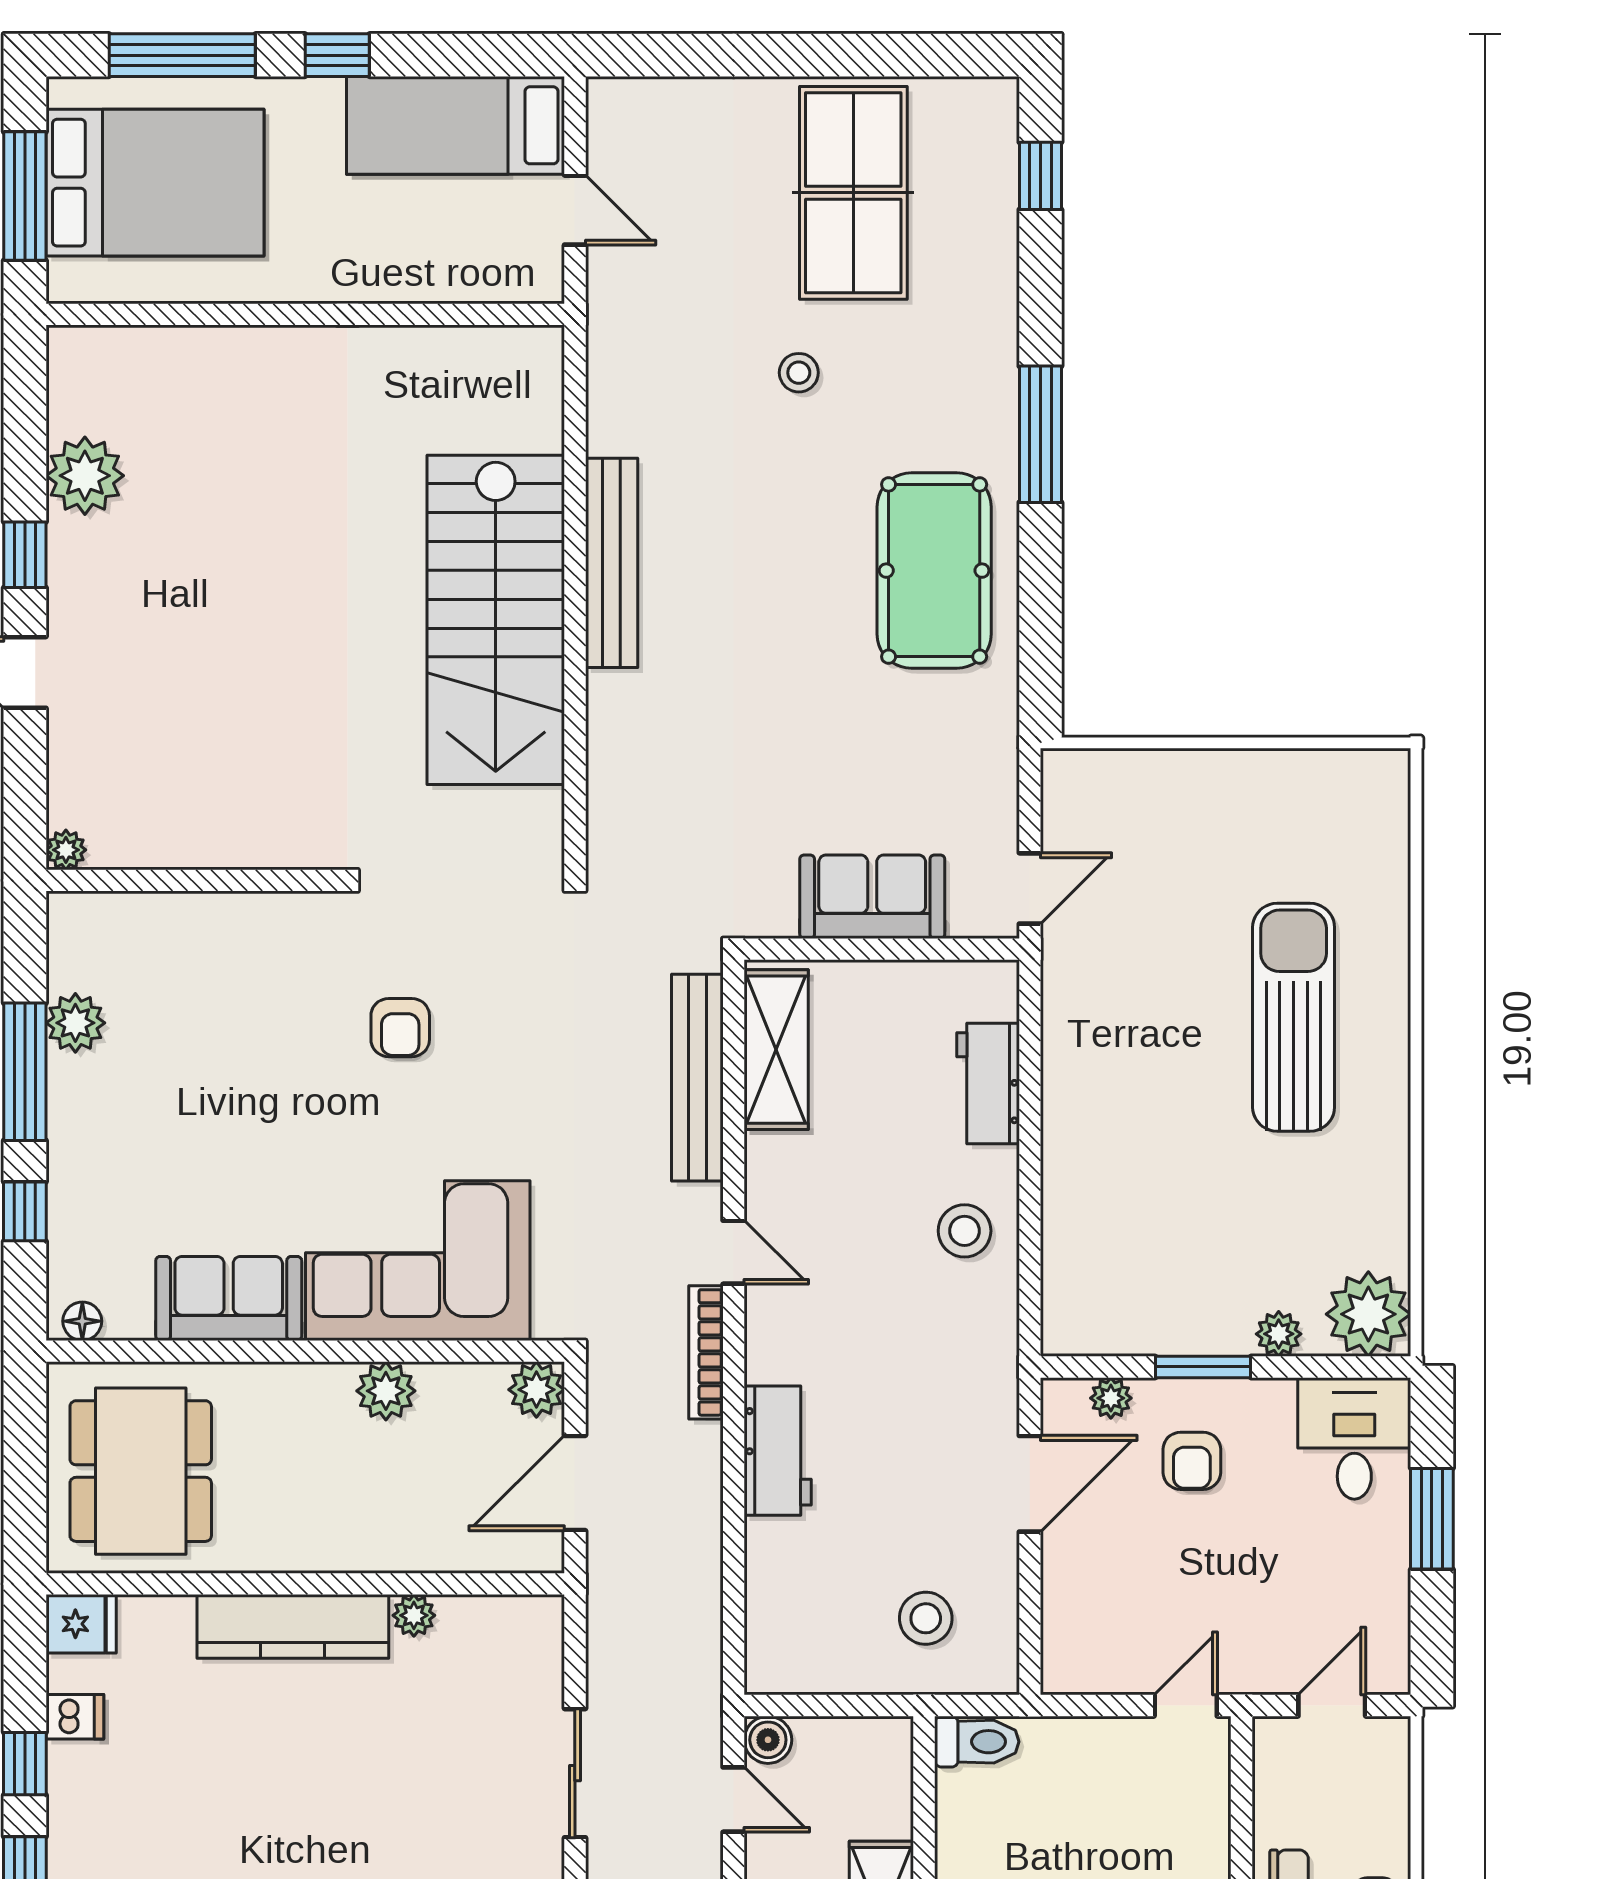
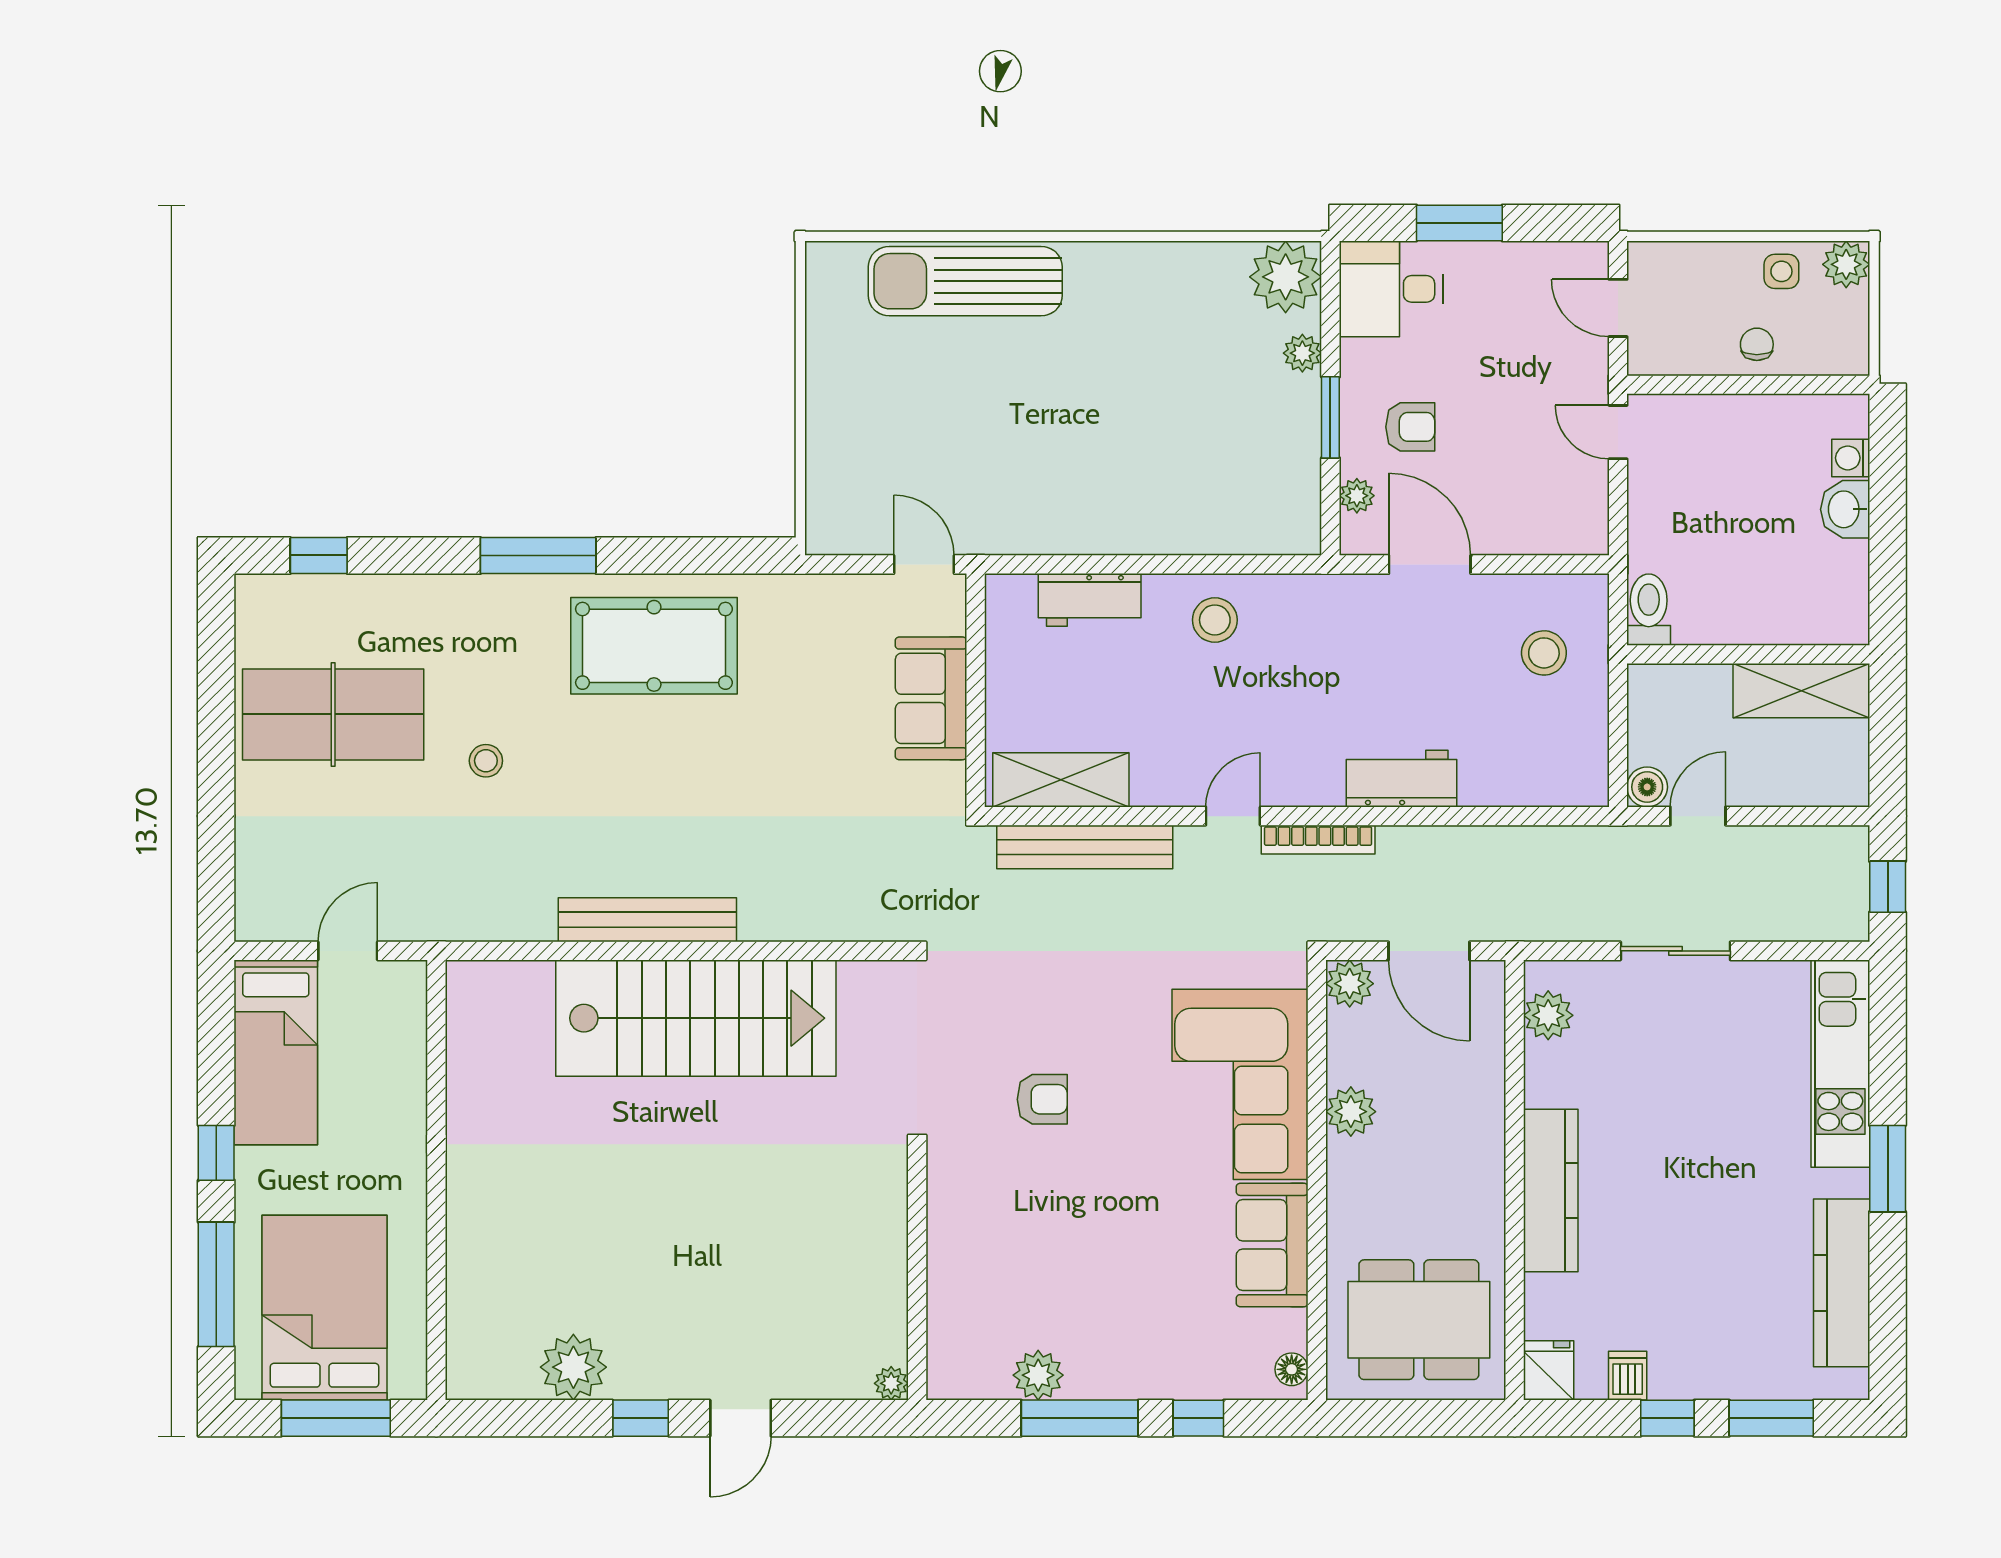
sun lounger: (1294, 1017) -> (965, 281), moved
plant: (414, 1615) -> (1548, 1015), moved, width x1.38, depth x1.38

